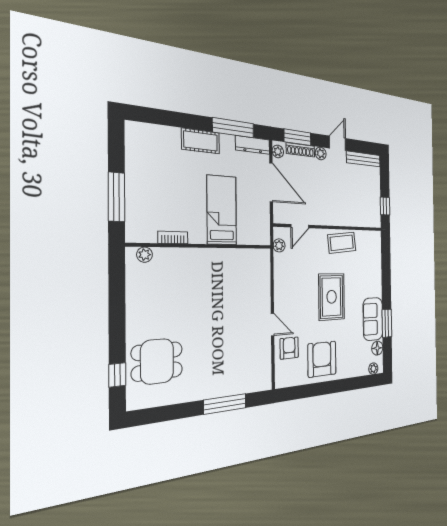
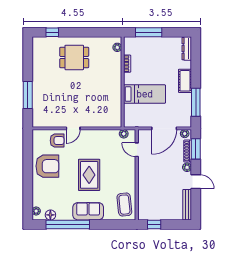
dresser: (253, 145) -> (187, 49), moved
coffee table: (342, 243) -> (124, 205), moved
rug: (332, 297) -> (89, 175), turned 90
sofa: (373, 319) -> (88, 211), moved
window: (387, 323) -> (68, 224), width x2.11
dining table: (157, 361) -> (74, 57), moved, turned 90

